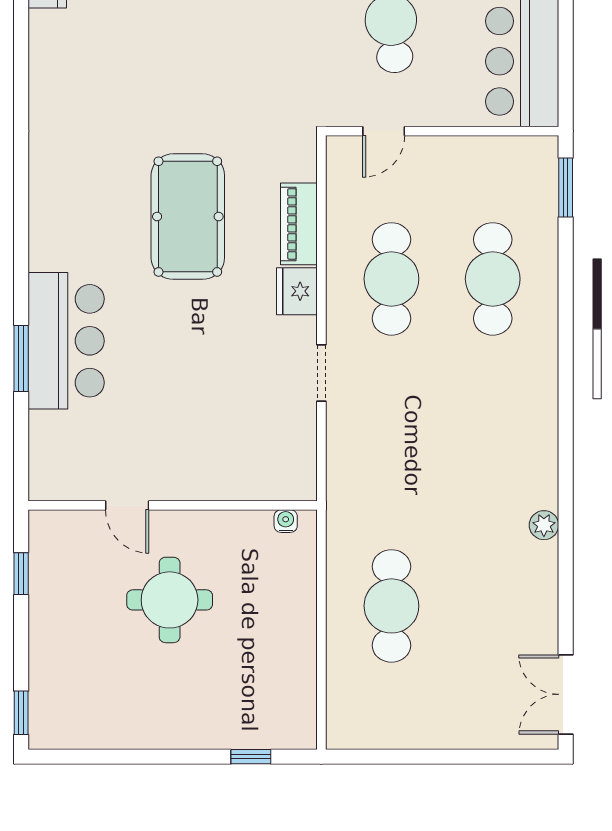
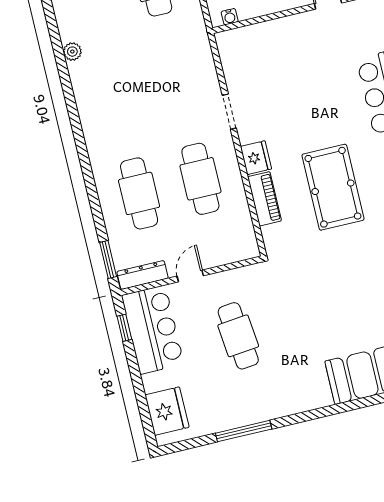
window: (566, 75) -> (124, 328), added
door: (384, 131) -> (190, 276), moved
dresser: (518, 151) -> (142, 275), added

